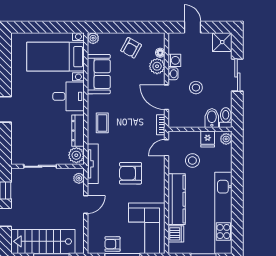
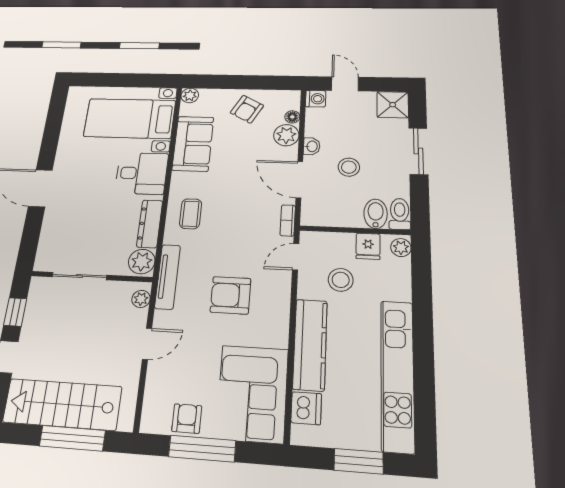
washing machine: (174, 60) -> (316, 99), moved
armchair: (112, 244) -> (187, 419), turned 90

